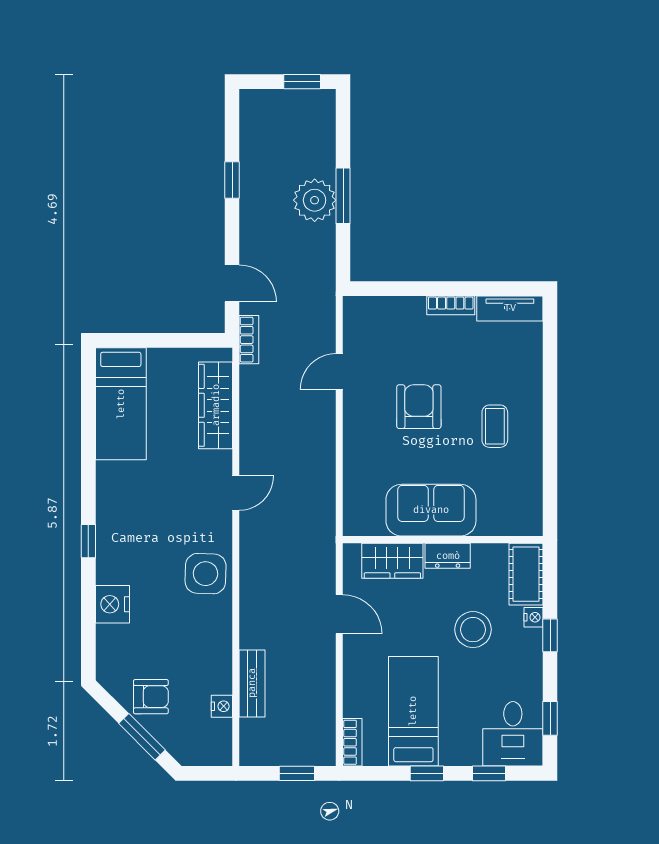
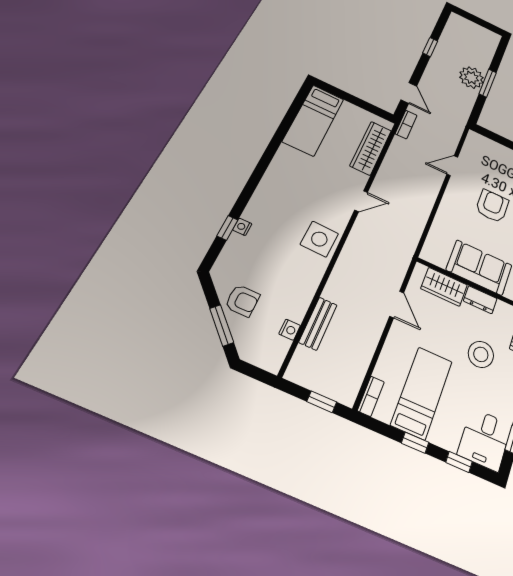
window: (302, 82) -> (486, 25), removed
window: (88, 541) -> (227, 228), moved
nightstand: (112, 604) -> (242, 227), width x0.53, depth x0.56

